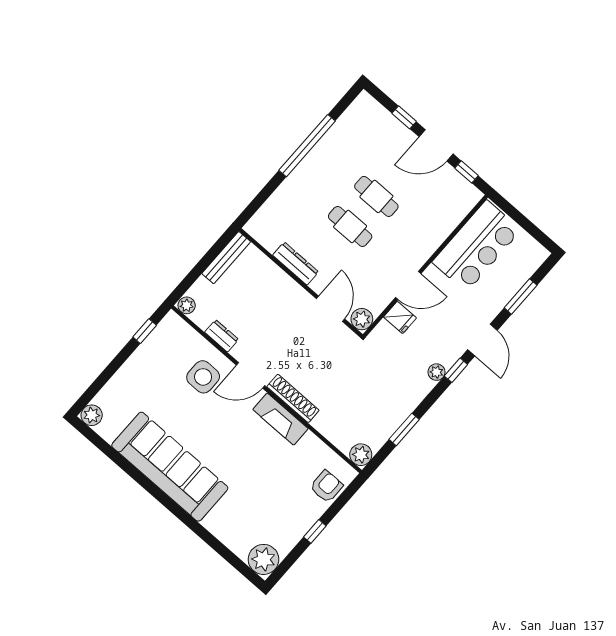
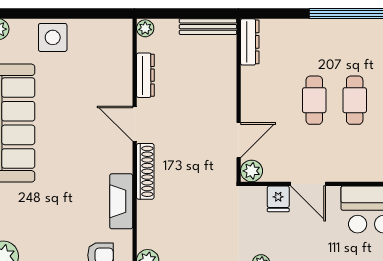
dresser: (296, 264) -> (250, 42), moved
window: (145, 331) -> (98, 14), removed
dresser: (222, 336) -> (145, 75), width x1.44
side table: (203, 377) -> (53, 37), moved
fireplace: (280, 419) -> (121, 201), moved

